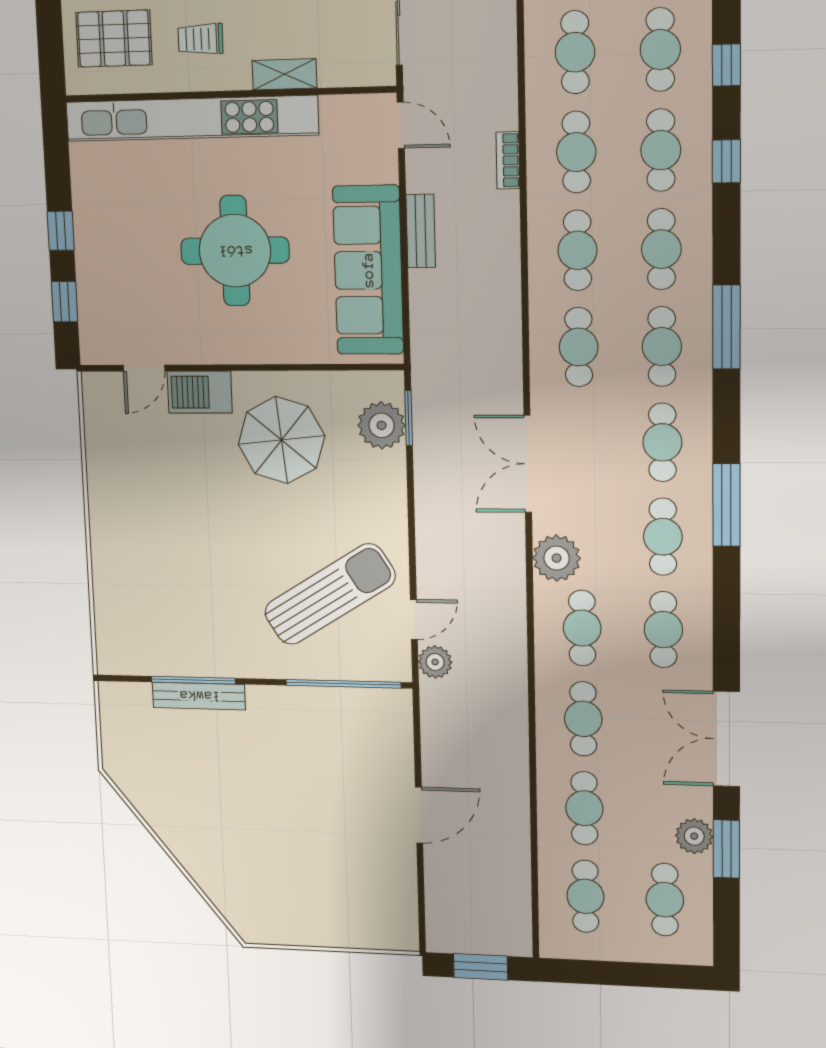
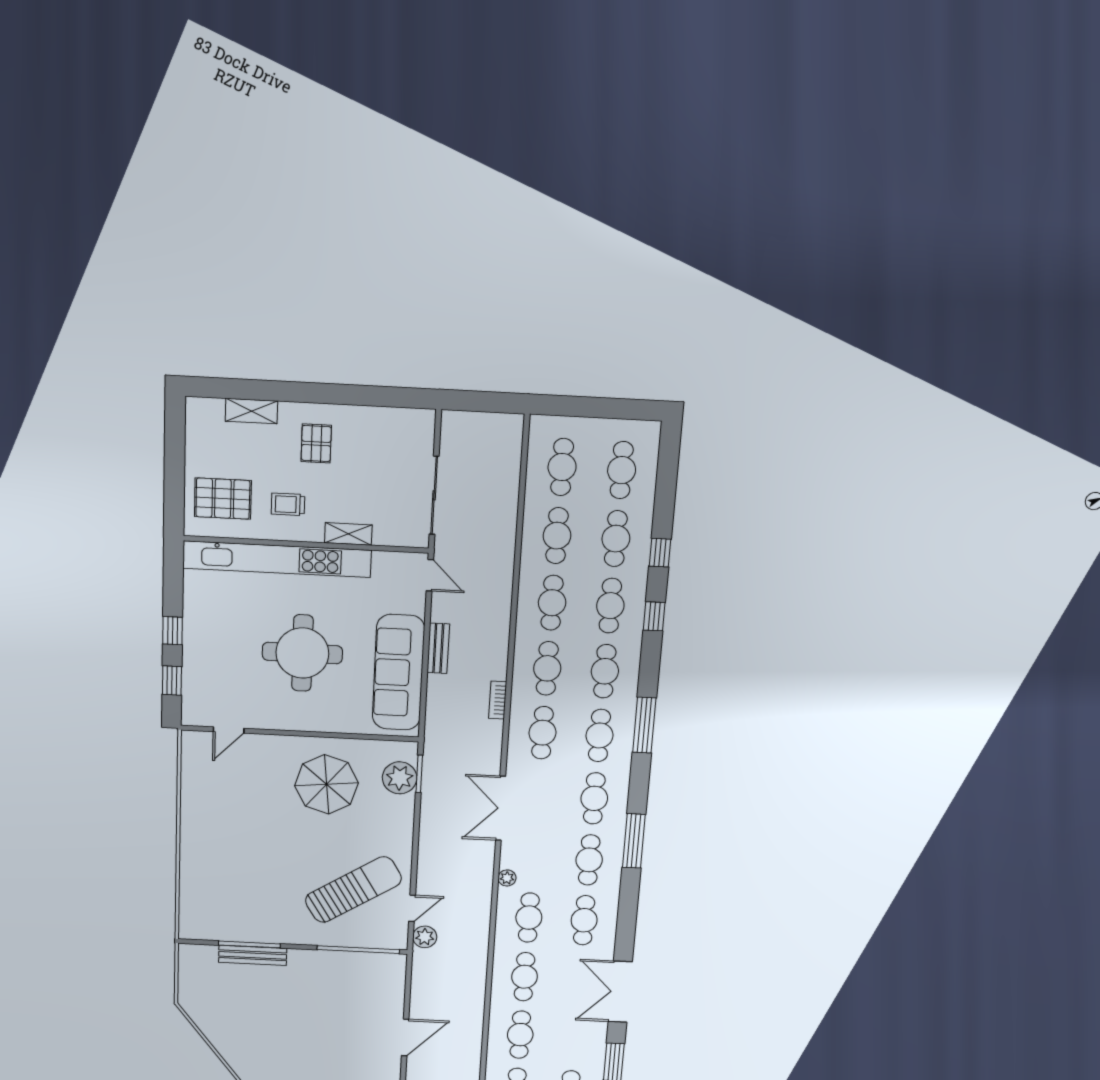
bookcase: (508, 160) -> (498, 700), moved
barbecue: (200, 392) -> (269, 749), removed
plant: (557, 558) -> (507, 878), width x0.53, depth x0.53
plant: (694, 836) -> (593, 1054), removed

